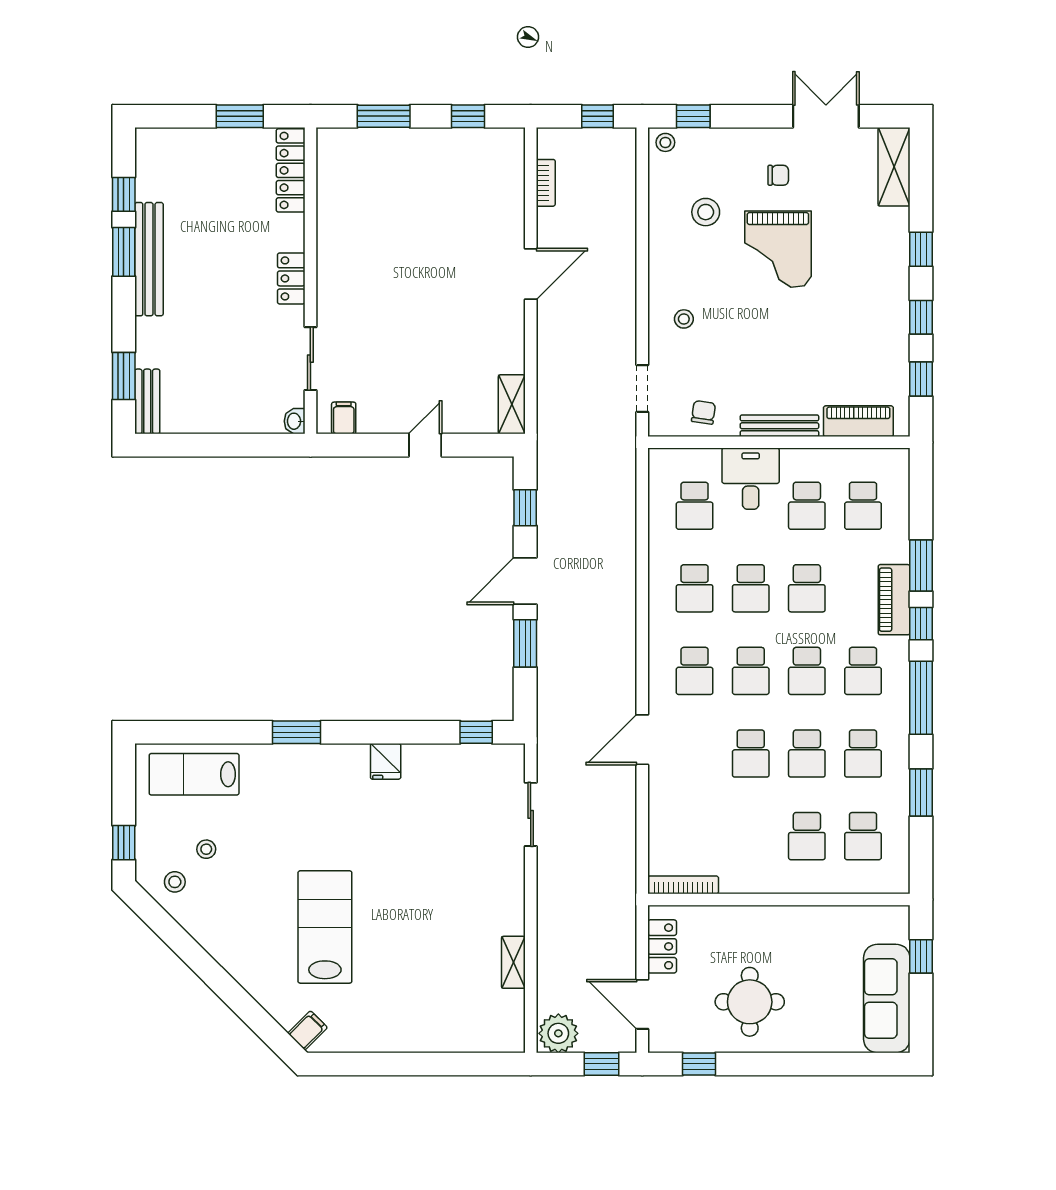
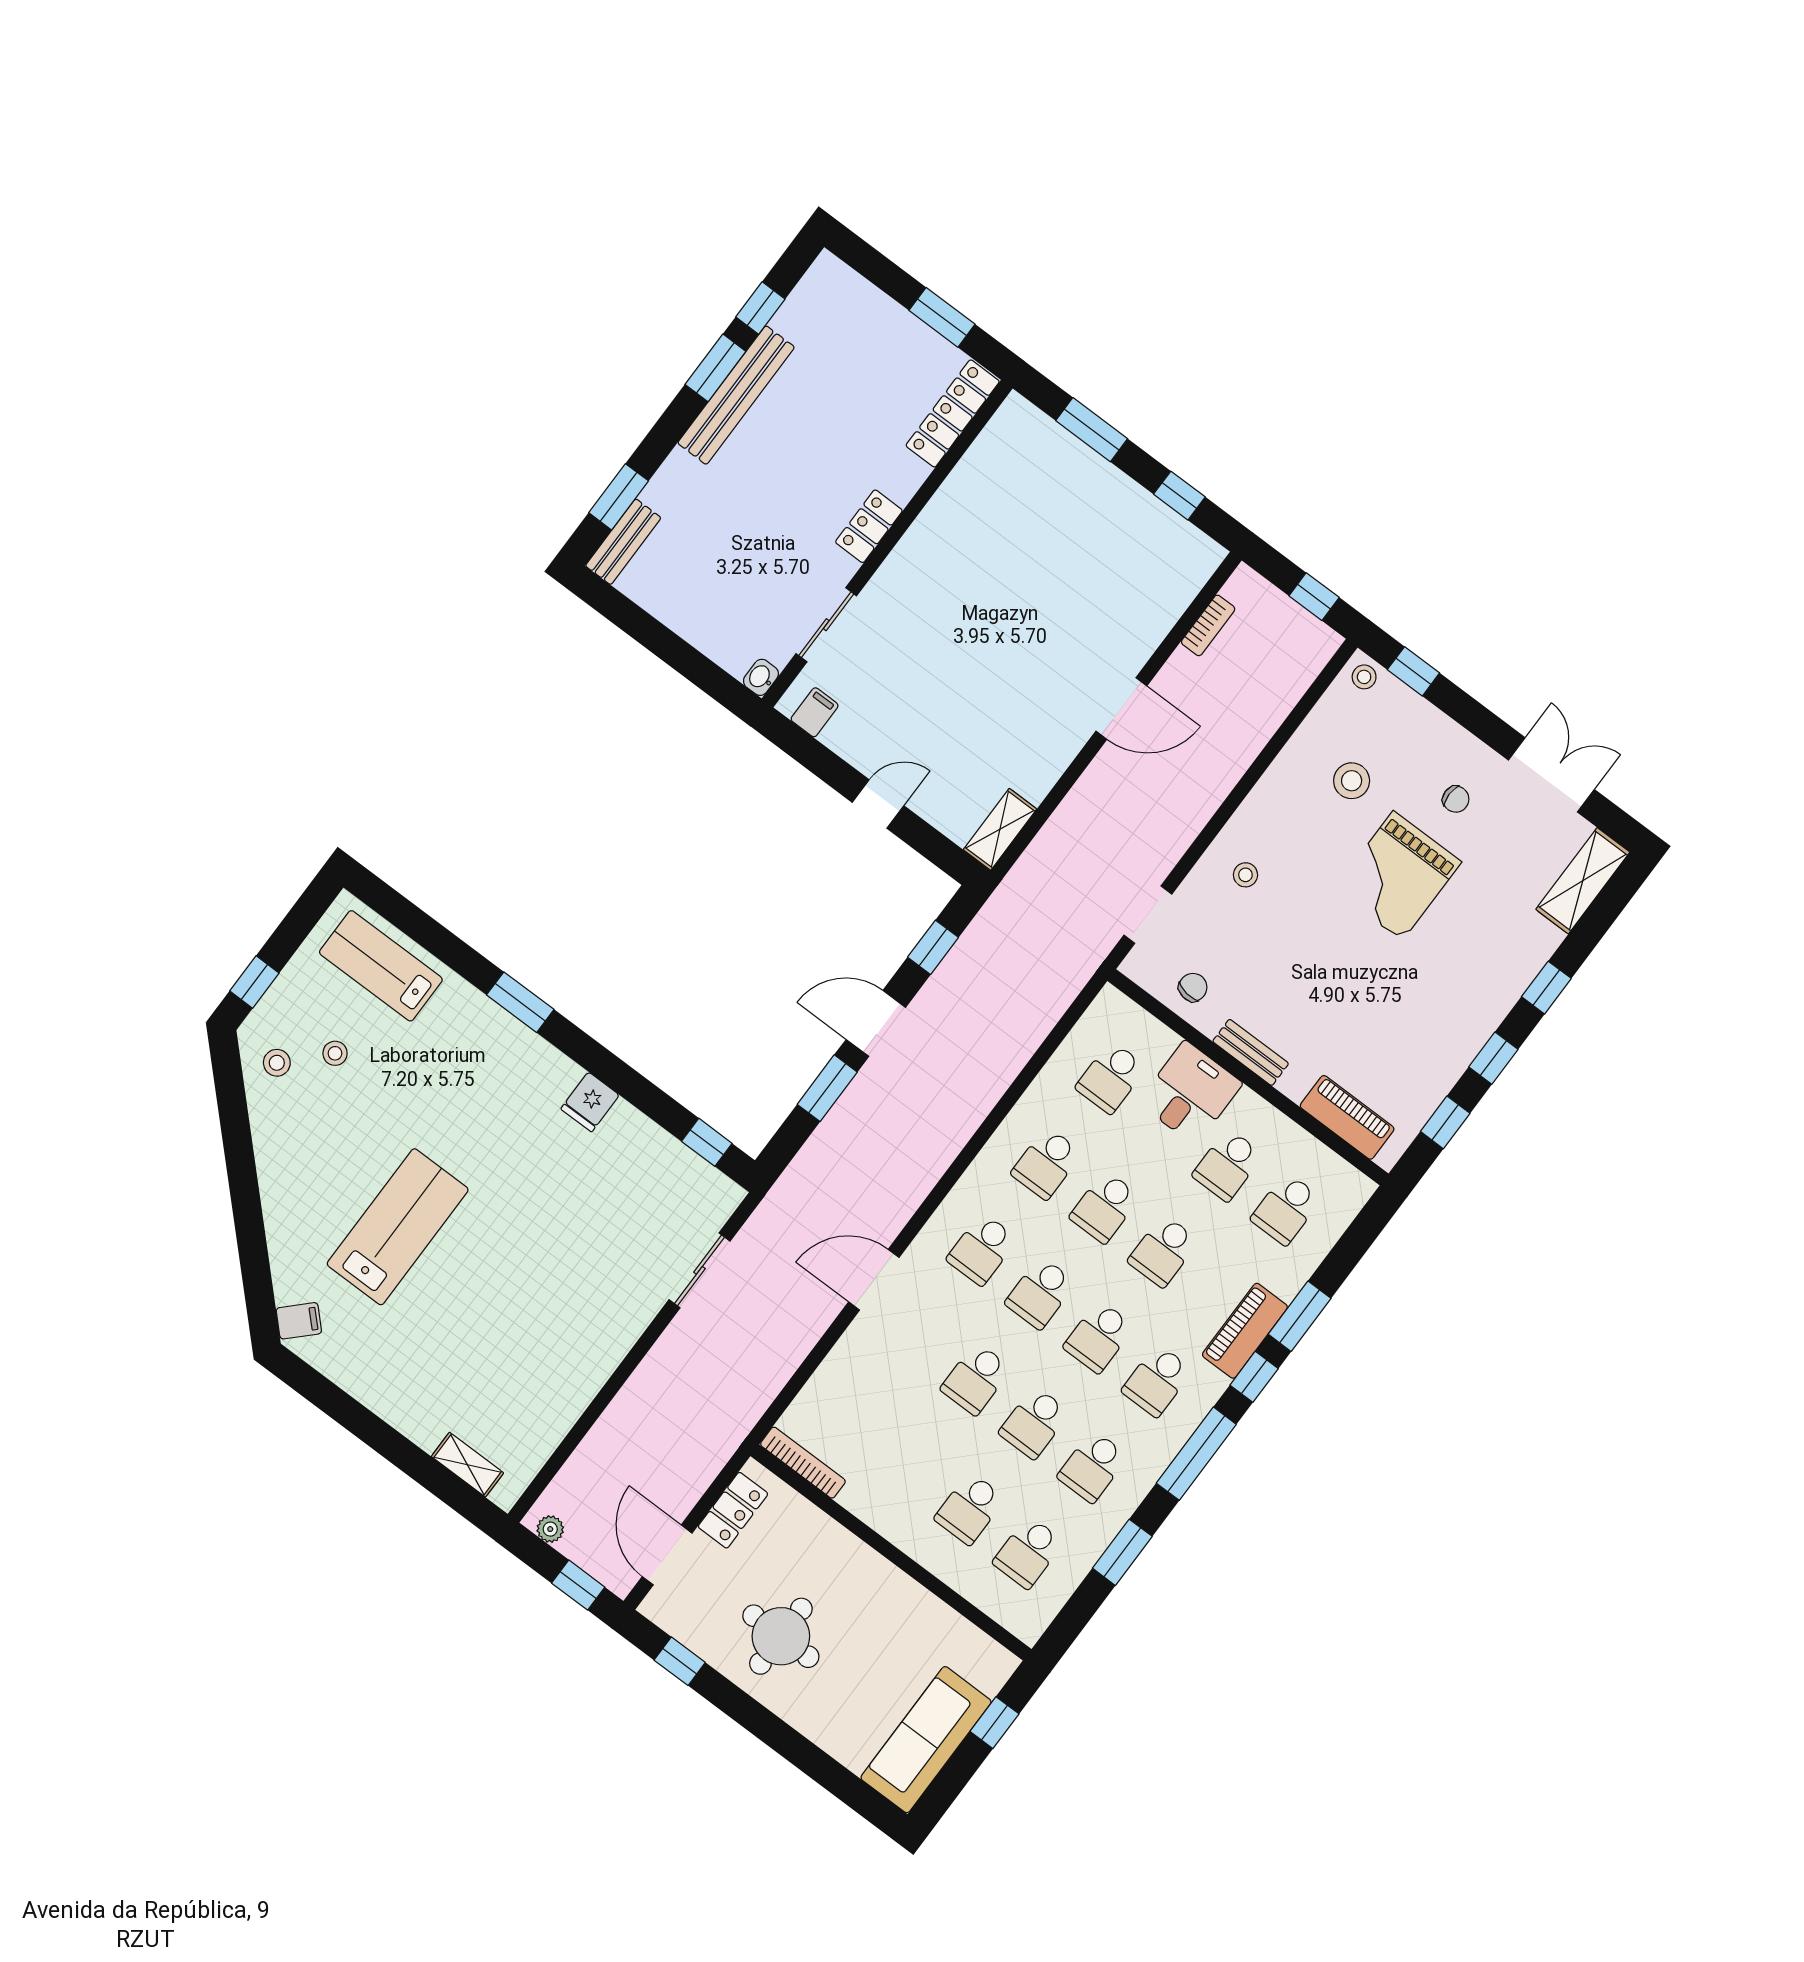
bench: (779, 426) -> (1251, 1052), width x0.73
shelving: (513, 962) -> (467, 1465), moved, turned 90
plant: (558, 1033) -> (550, 1529), width x0.53, depth x0.53

